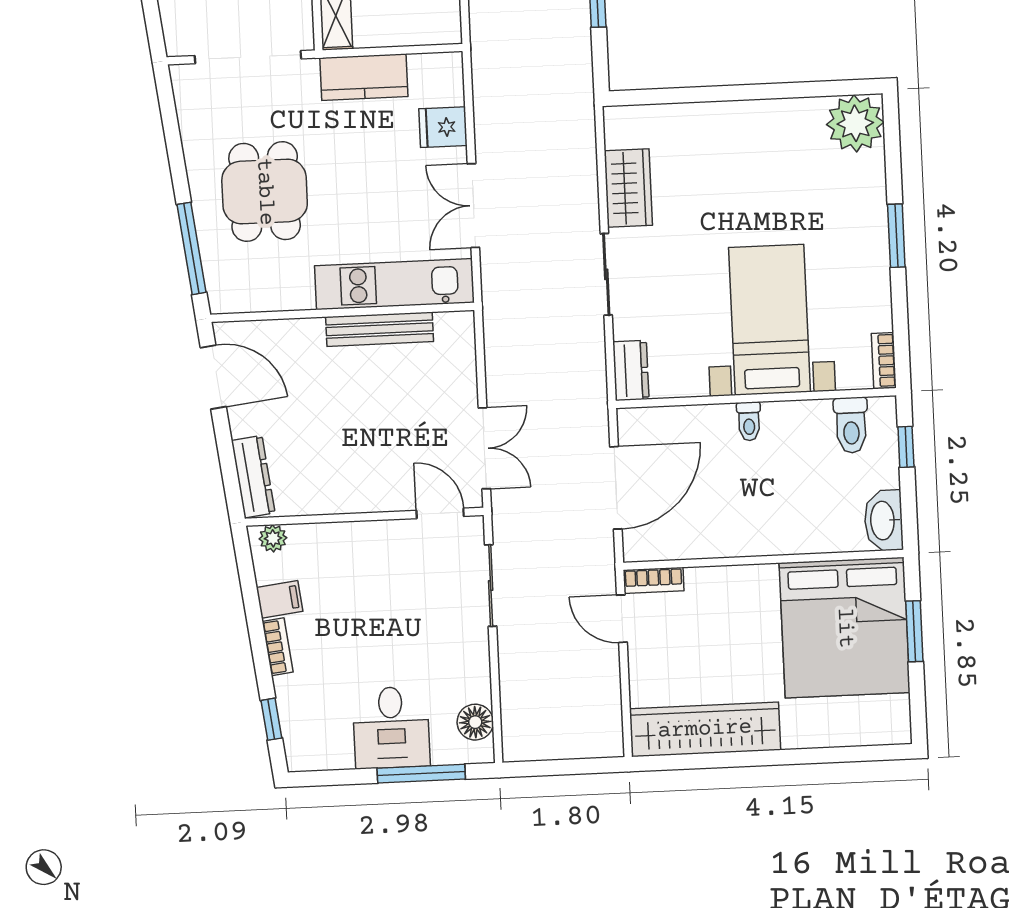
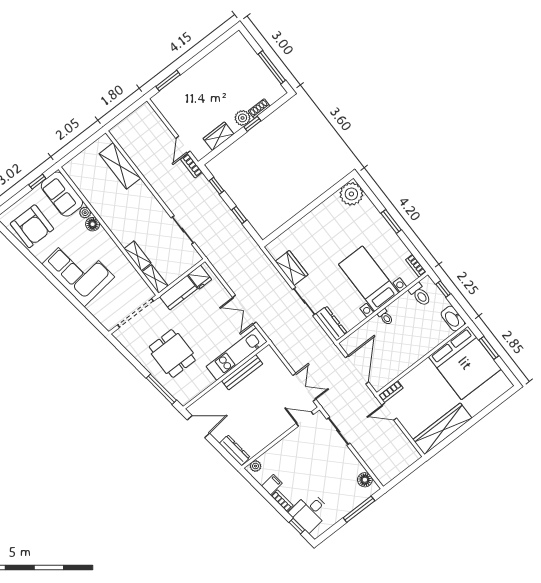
fridge: (443, 127) -> (200, 277), moved, turned -90
dresser: (631, 370) -> (331, 323), width x1.44
desk: (391, 728) -> (310, 512), moved, turned 83

